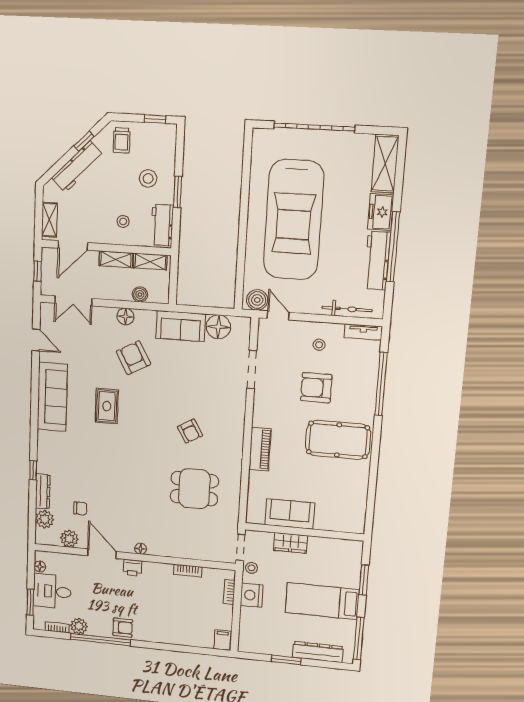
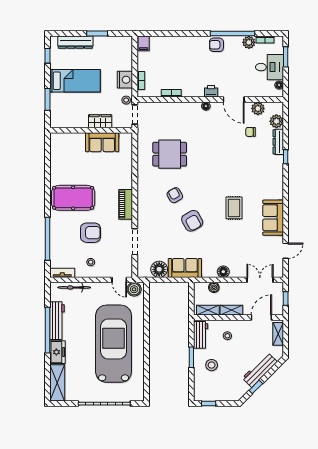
trolley: (121, 140) -> (230, 389), removed
door: (36, 340) -> (286, 251), swing flipped
armchair: (133, 358) -> (192, 221), moved
sofa: (52, 397) -> (273, 218), width x0.73
piano: (260, 449) -> (126, 204), moved
window: (359, 638) -> (48, 56), width x0.46

